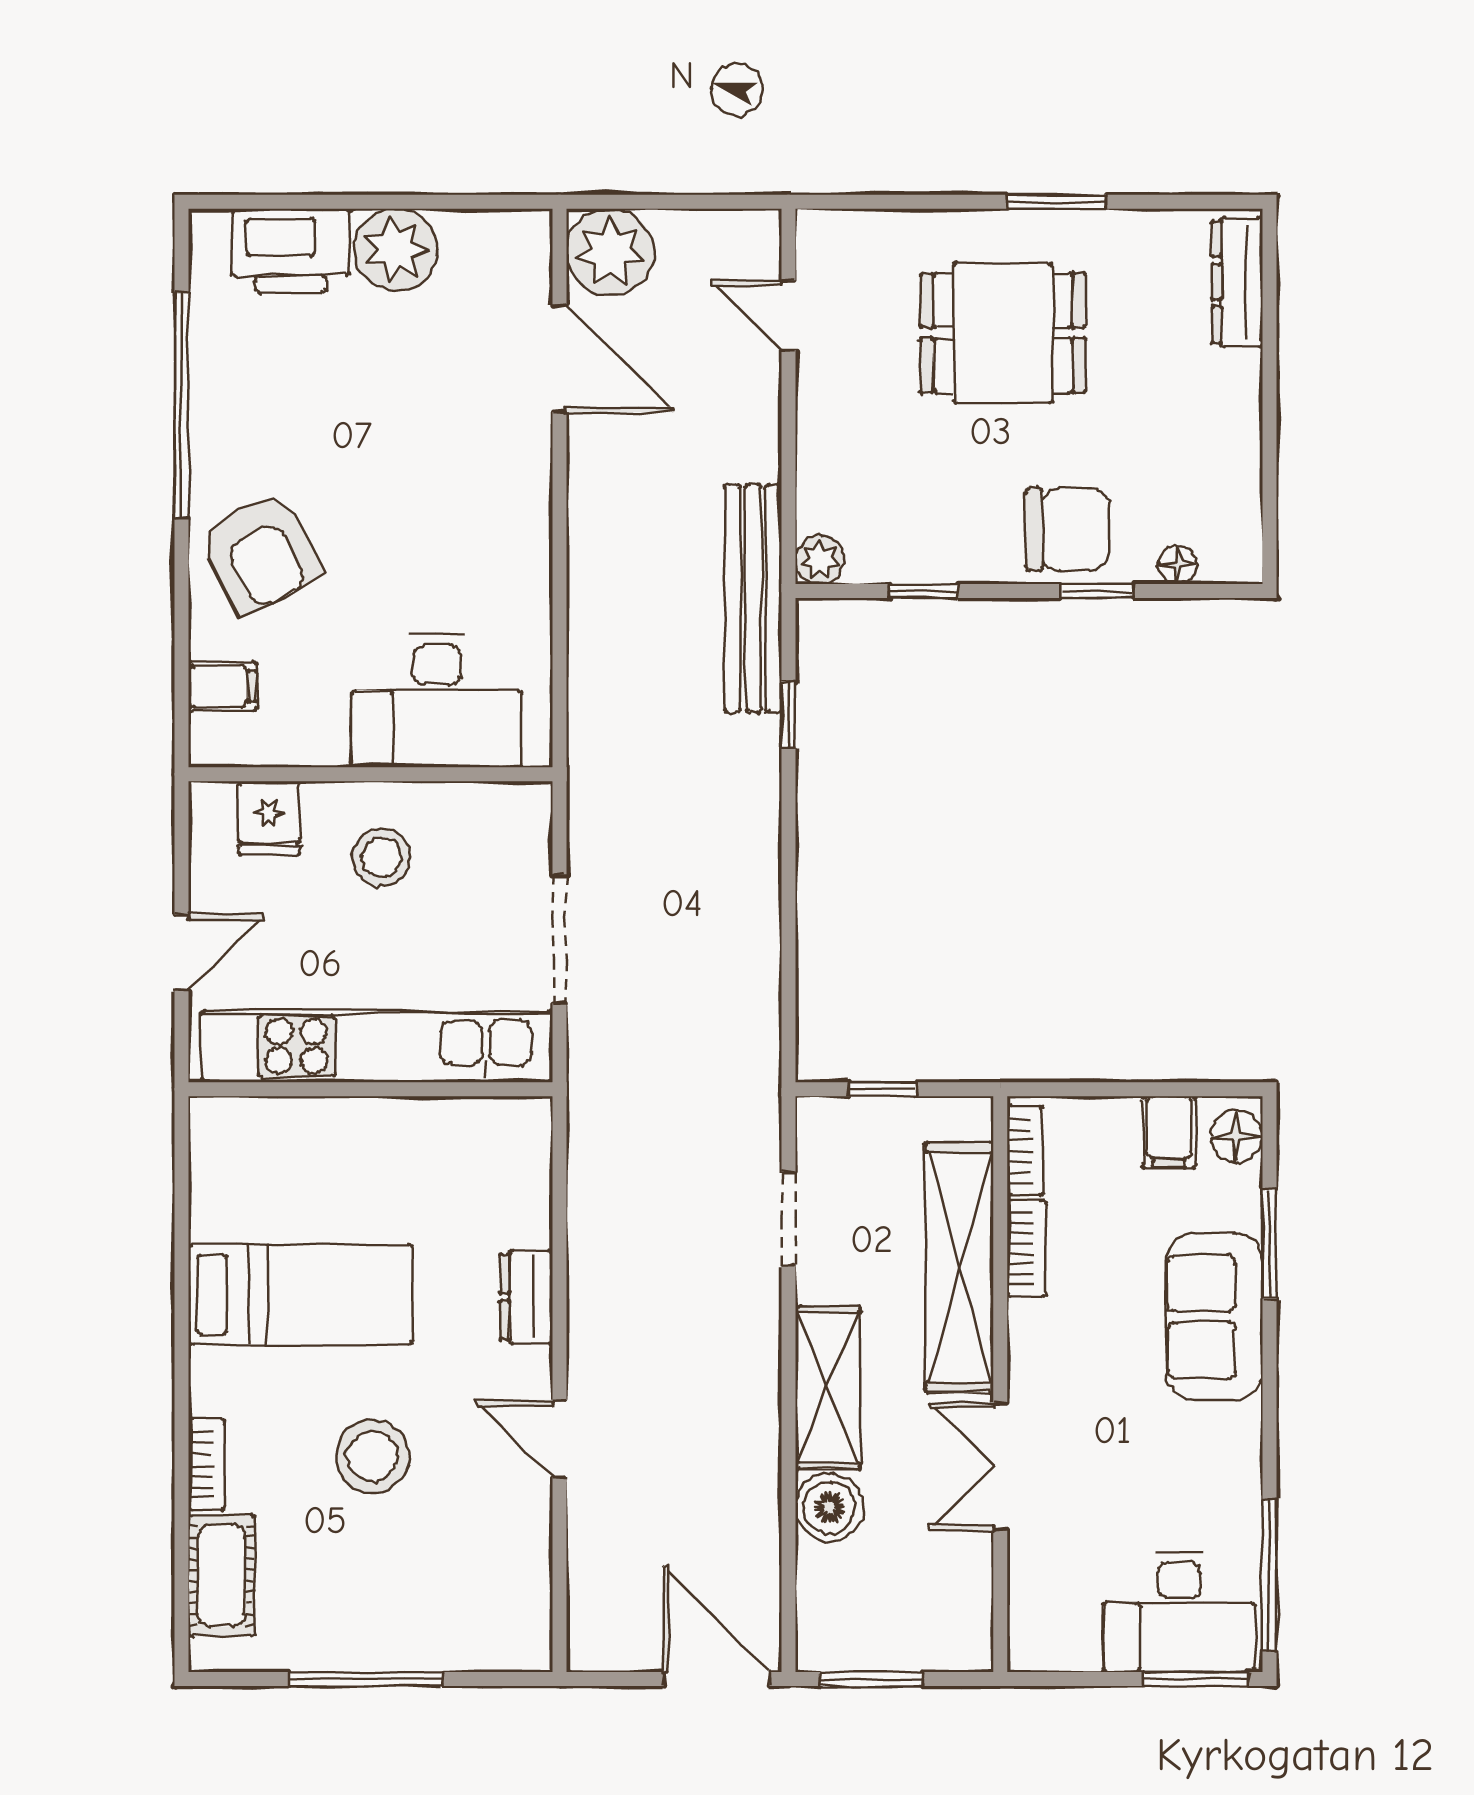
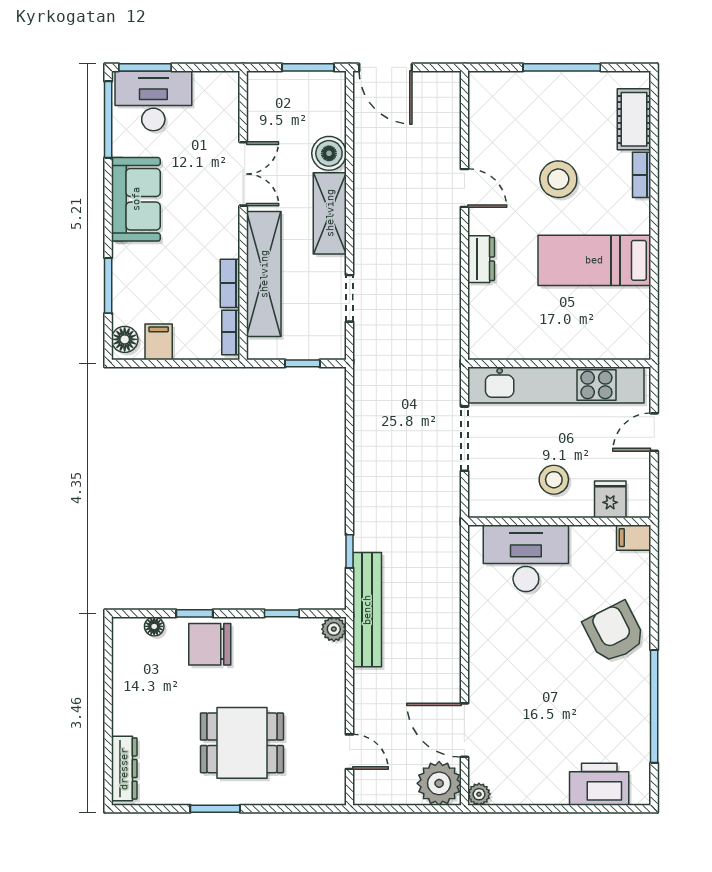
plant: (396, 250) -> (479, 794), moved, width x0.53, depth x0.53
filing cabinet: (222, 686) -> (634, 538), moved
sofa: (1214, 1317) -> (136, 199), moved

